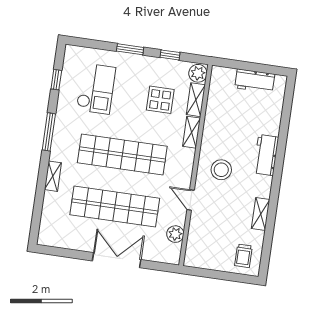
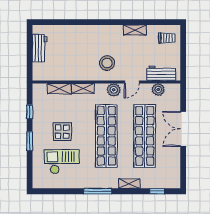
plant: (198, 73) -> (114, 90), moved
window: (56, 80) -> (157, 191), moved
display table: (160, 100) -> (62, 132), moved
workbench: (266, 155) -> (161, 73), moved, turned 180

